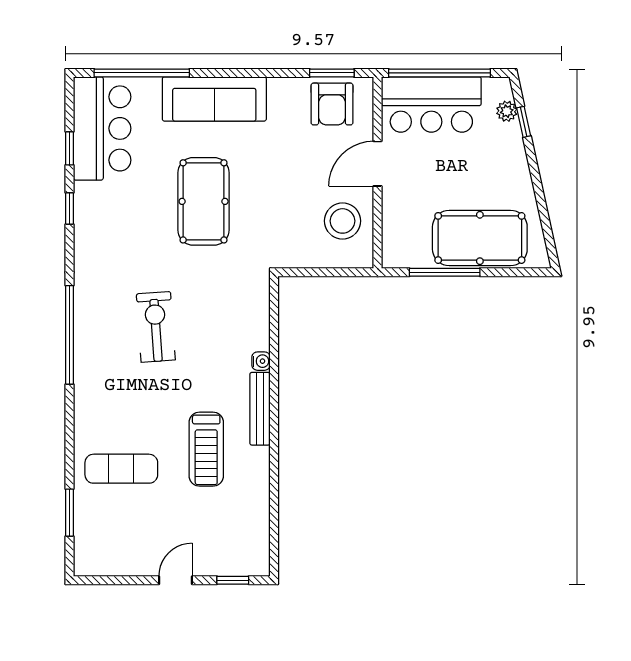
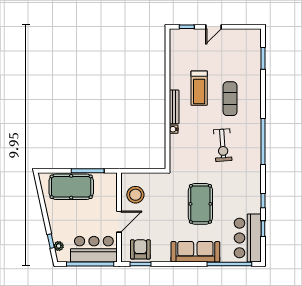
treadmill: (206, 449) -> (199, 88), turned 180
exercise mat: (121, 469) -> (230, 99), moved, turned 90

